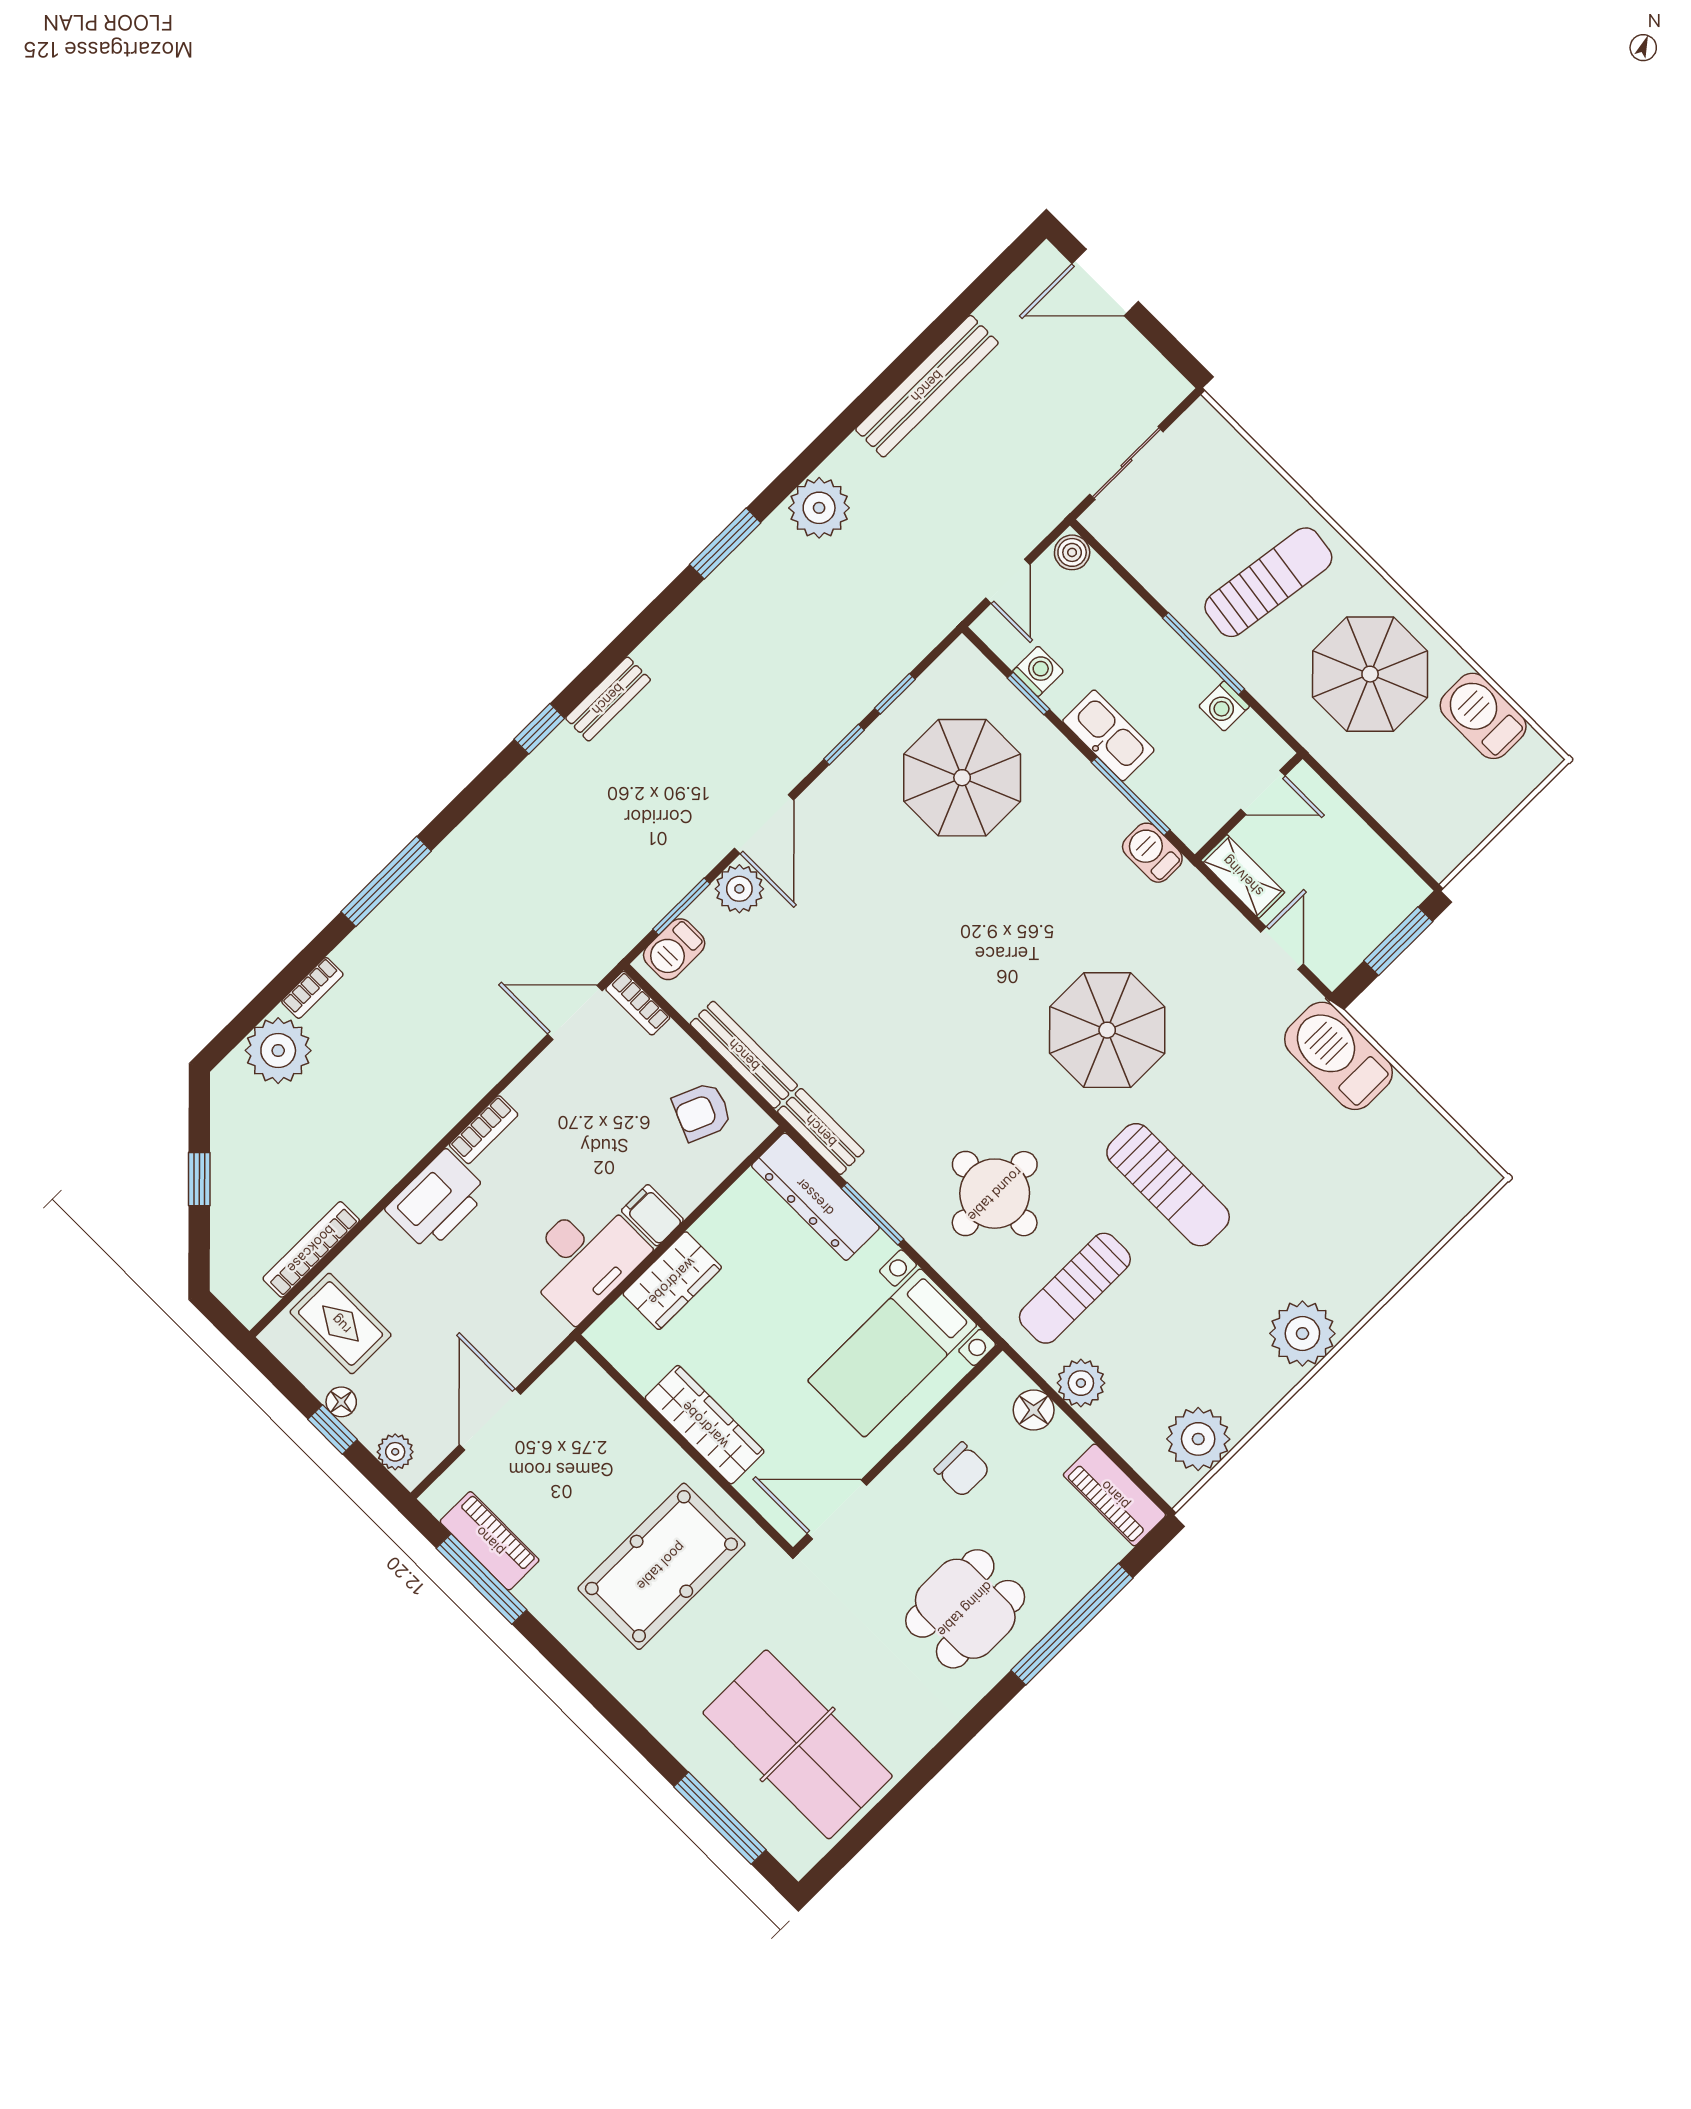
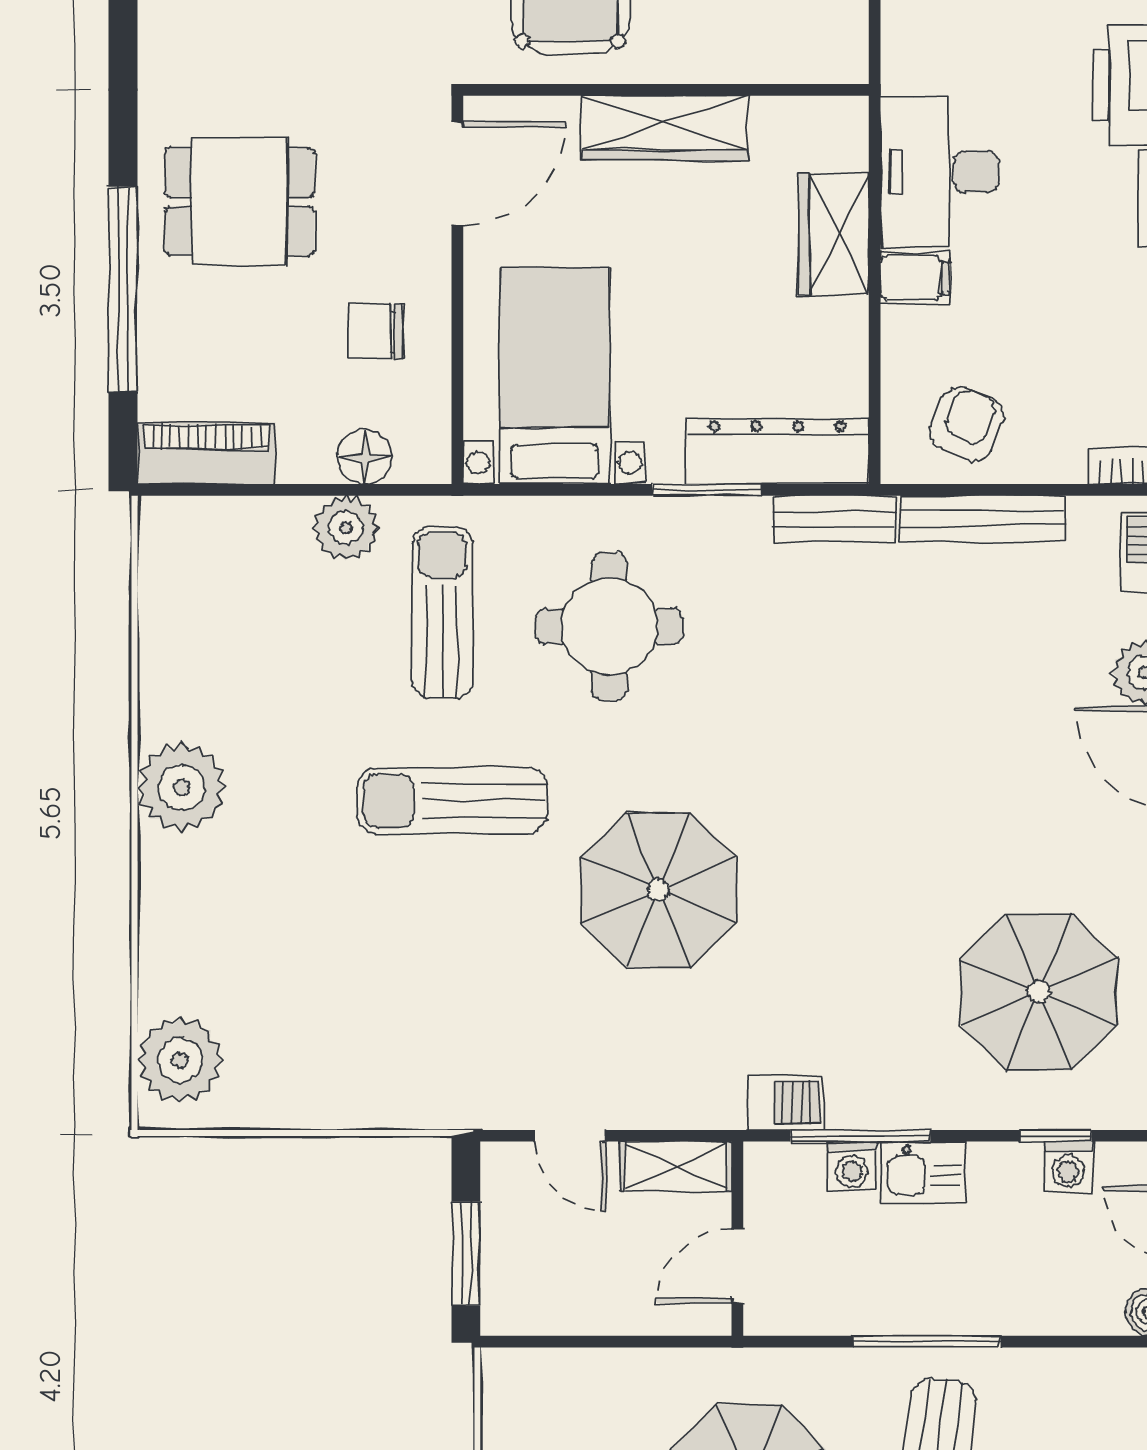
washing machine: (1224, 706) -> (852, 1166), moved, turned 180
kitchen sink: (1108, 735) -> (924, 1172), width x0.73
barbecue: (1338, 1056) -> (413, 1087), removed
plant: (1198, 1439) -> (180, 1060), moved
dining table: (965, 1609) -> (240, 202), turned 90

